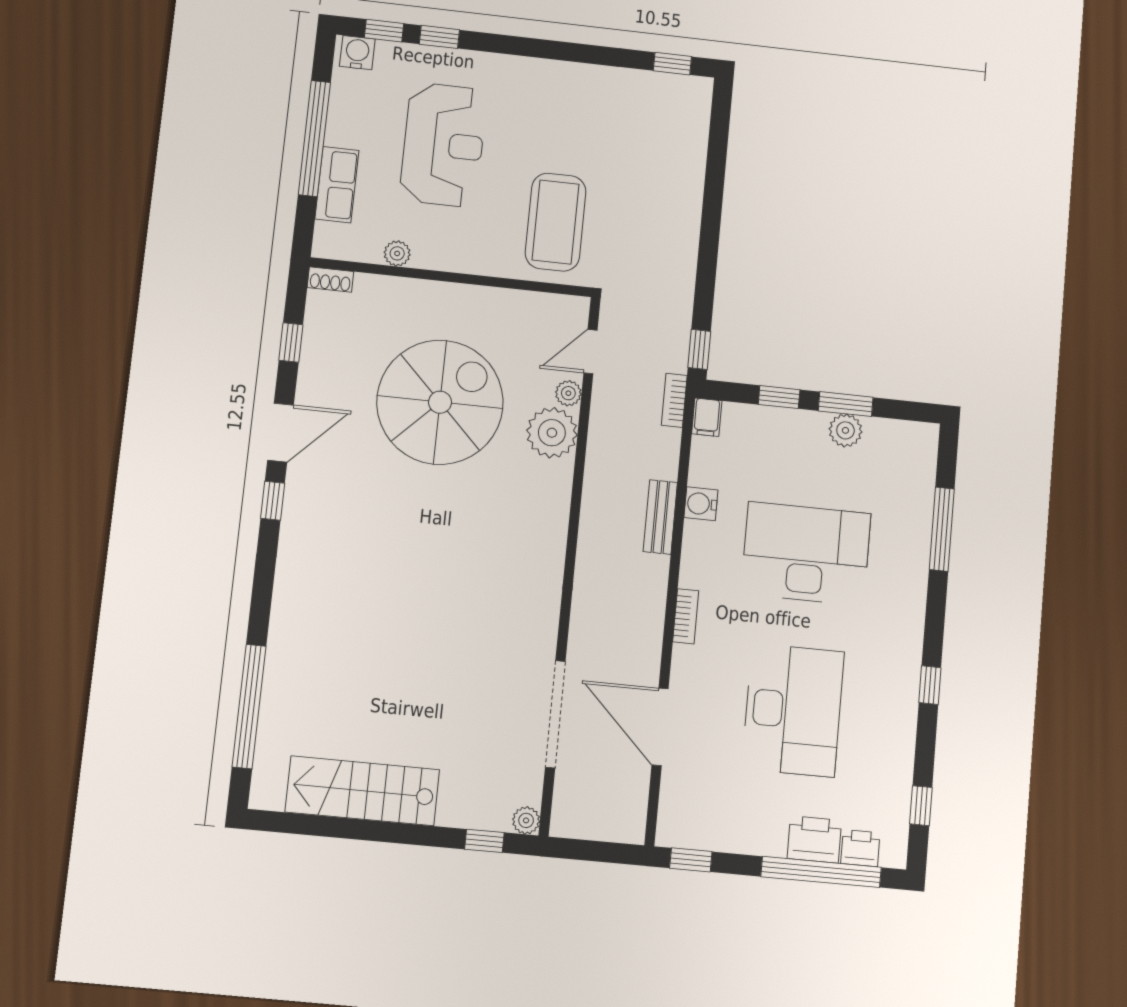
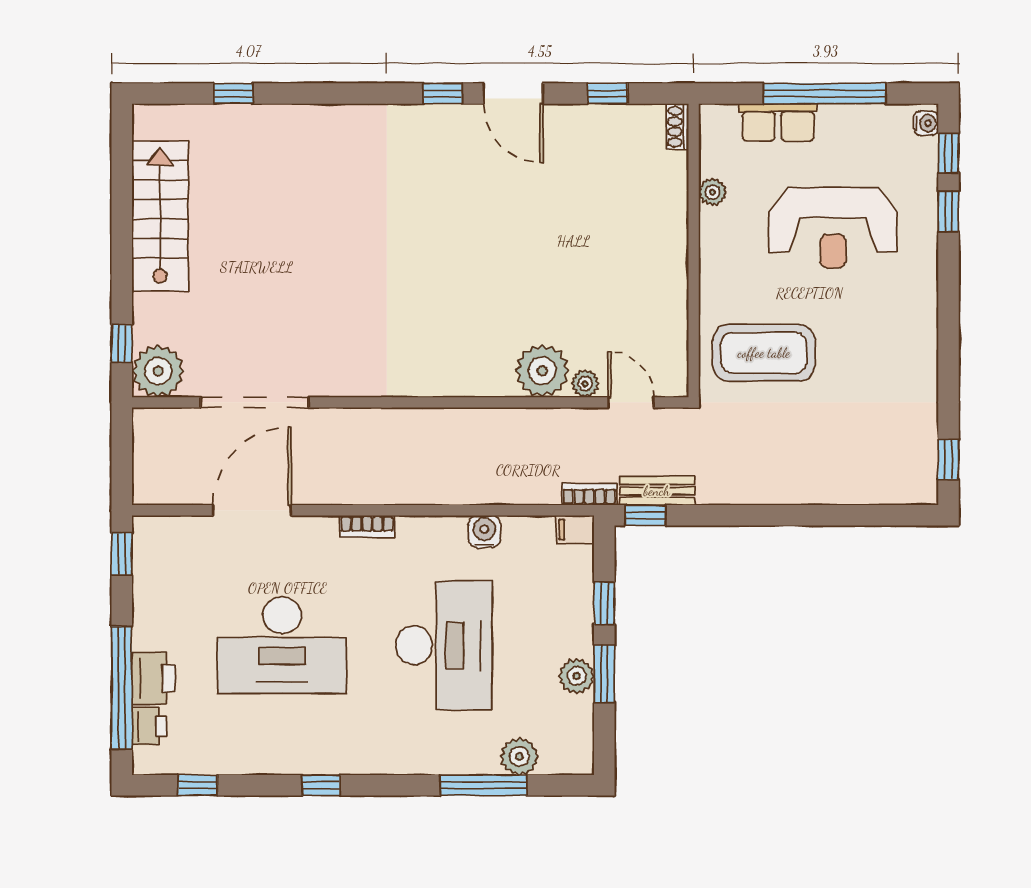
water cooler: (357, 53) -> (926, 123), width x0.72, depth x0.72
spiral stairs: (440, 402) -> (562, 253), removed
plant: (917, 492) -> (519, 756), added
bench: (660, 517) -> (657, 491), moved
window: (249, 706) -> (233, 94), width x0.32
plant: (526, 820) -> (158, 371), width x1.88, depth x1.88

